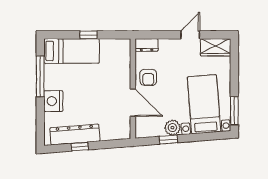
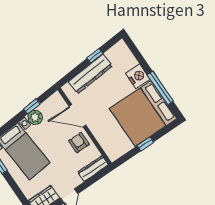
dresser: (147, 45) -> (93, 169), width x1.44
bed: (72, 51) -> (143, 113), width x2.04
dresser: (75, 134) -> (90, 74), moved

